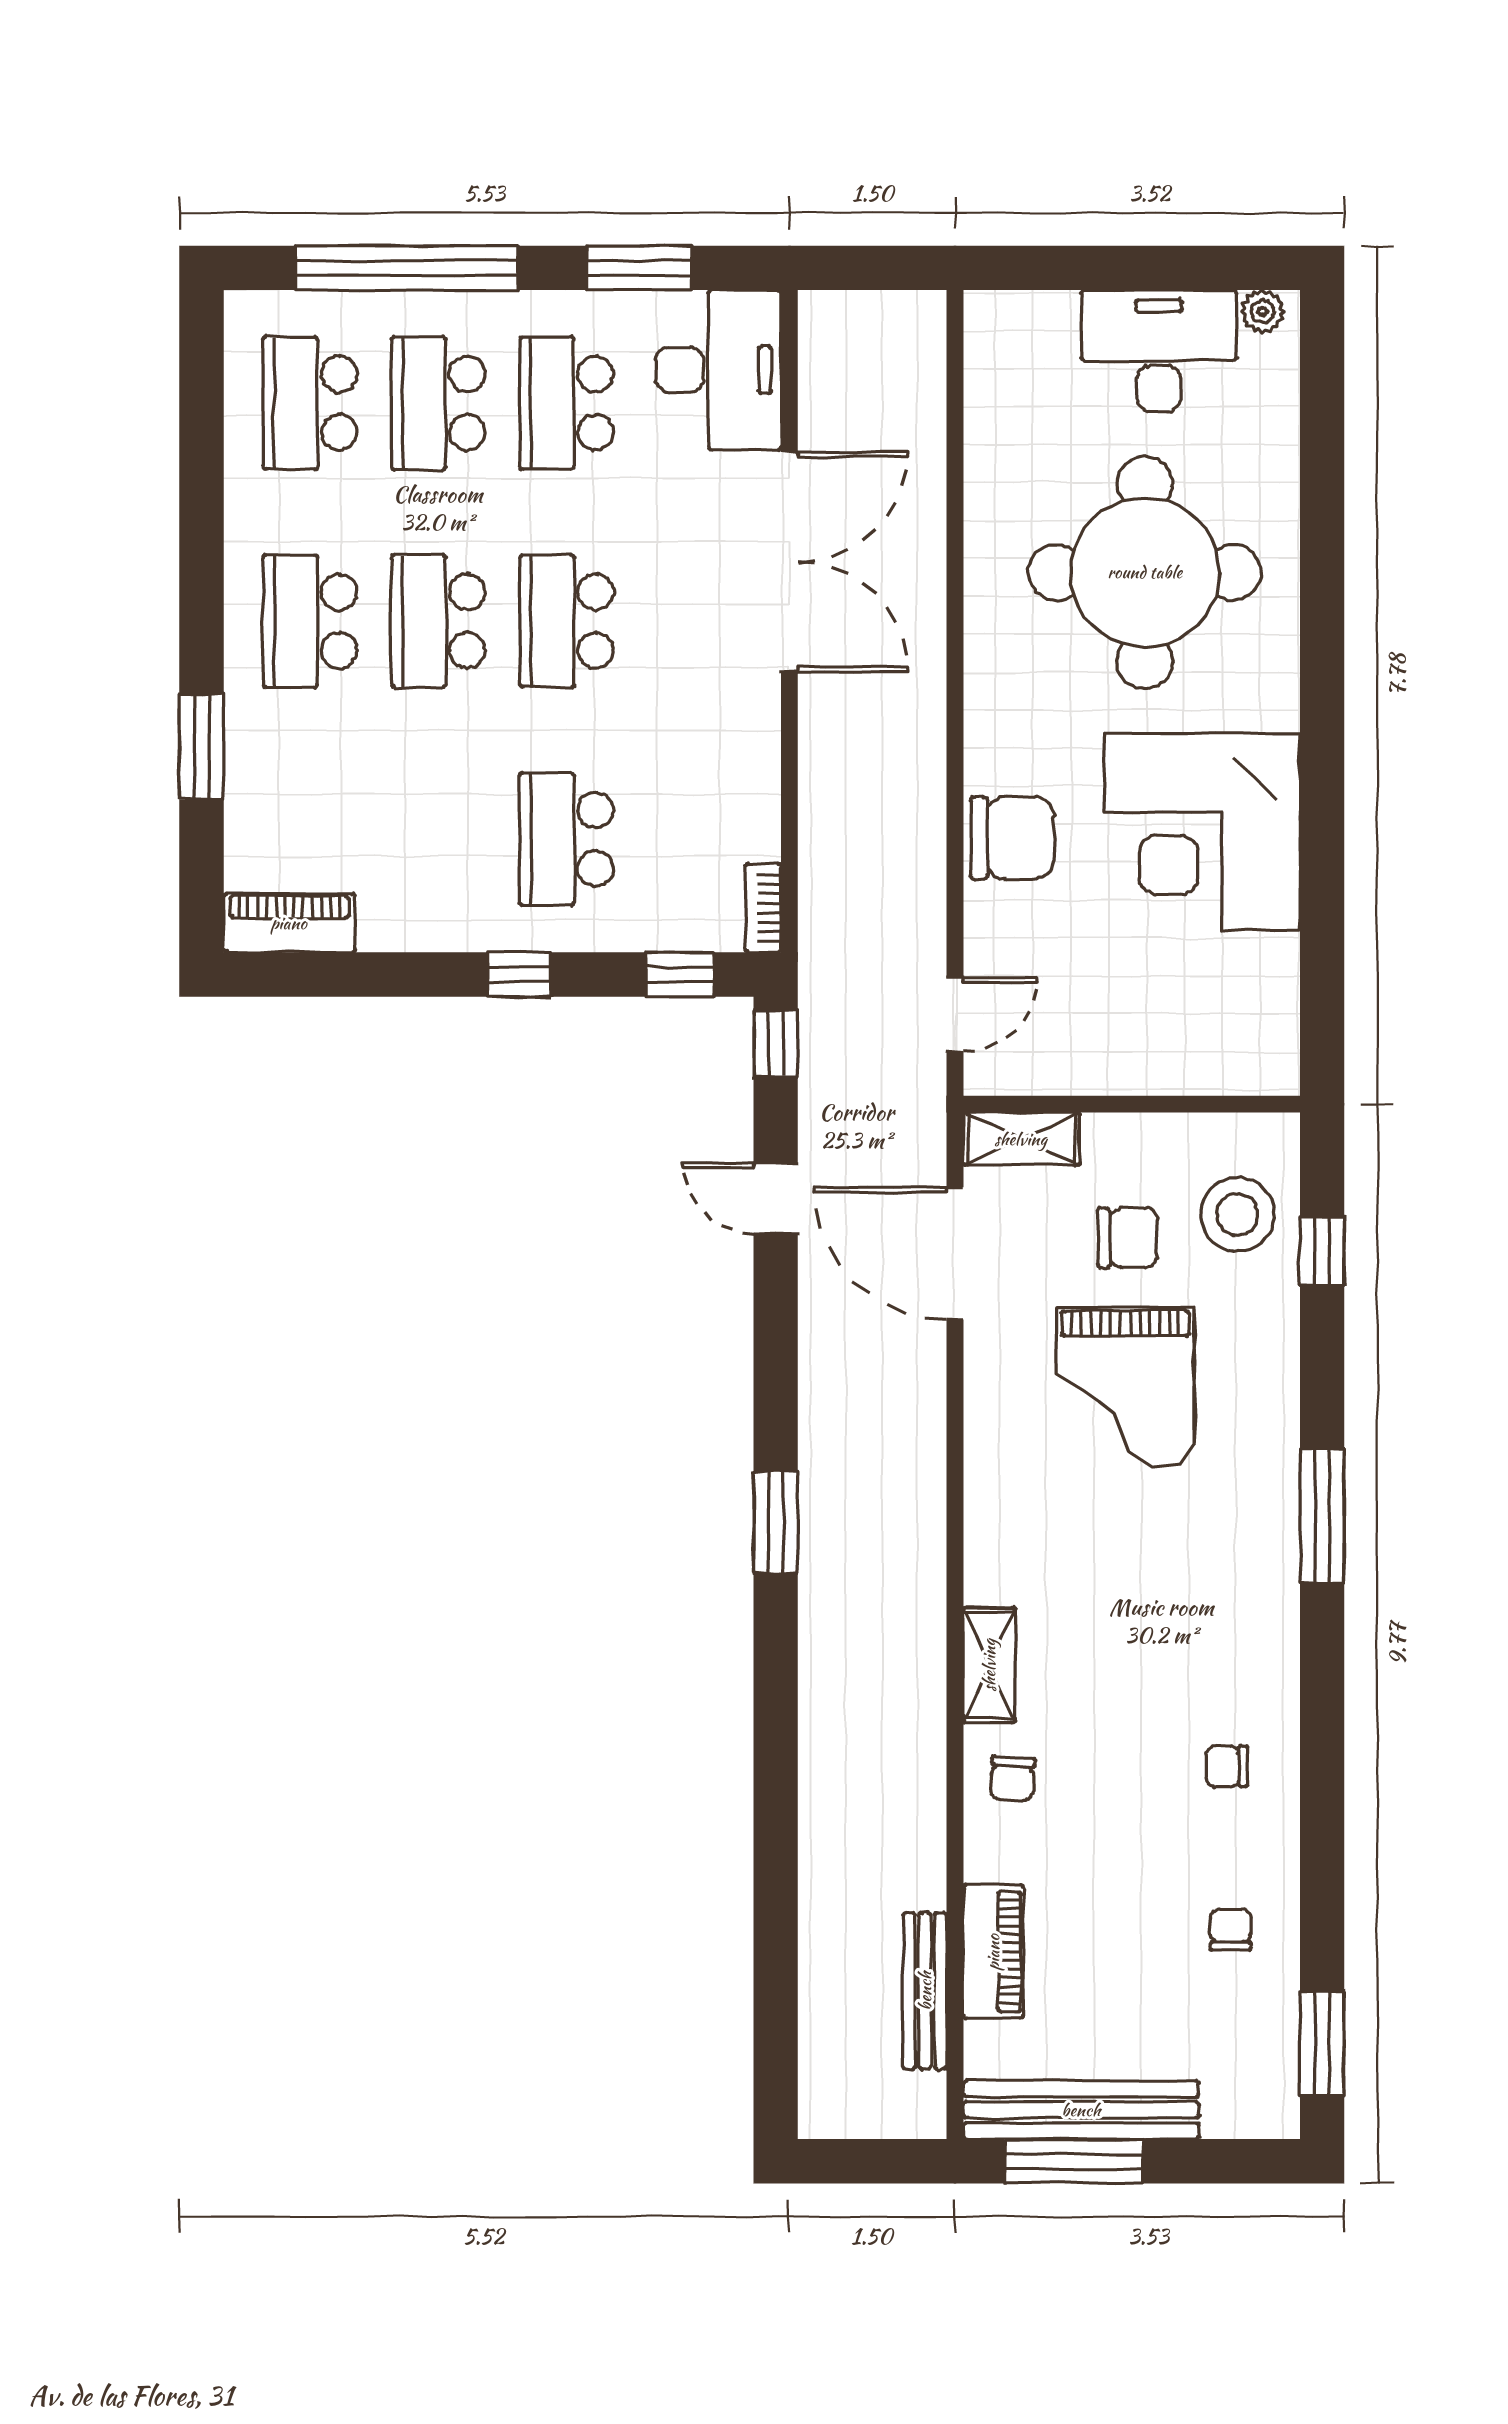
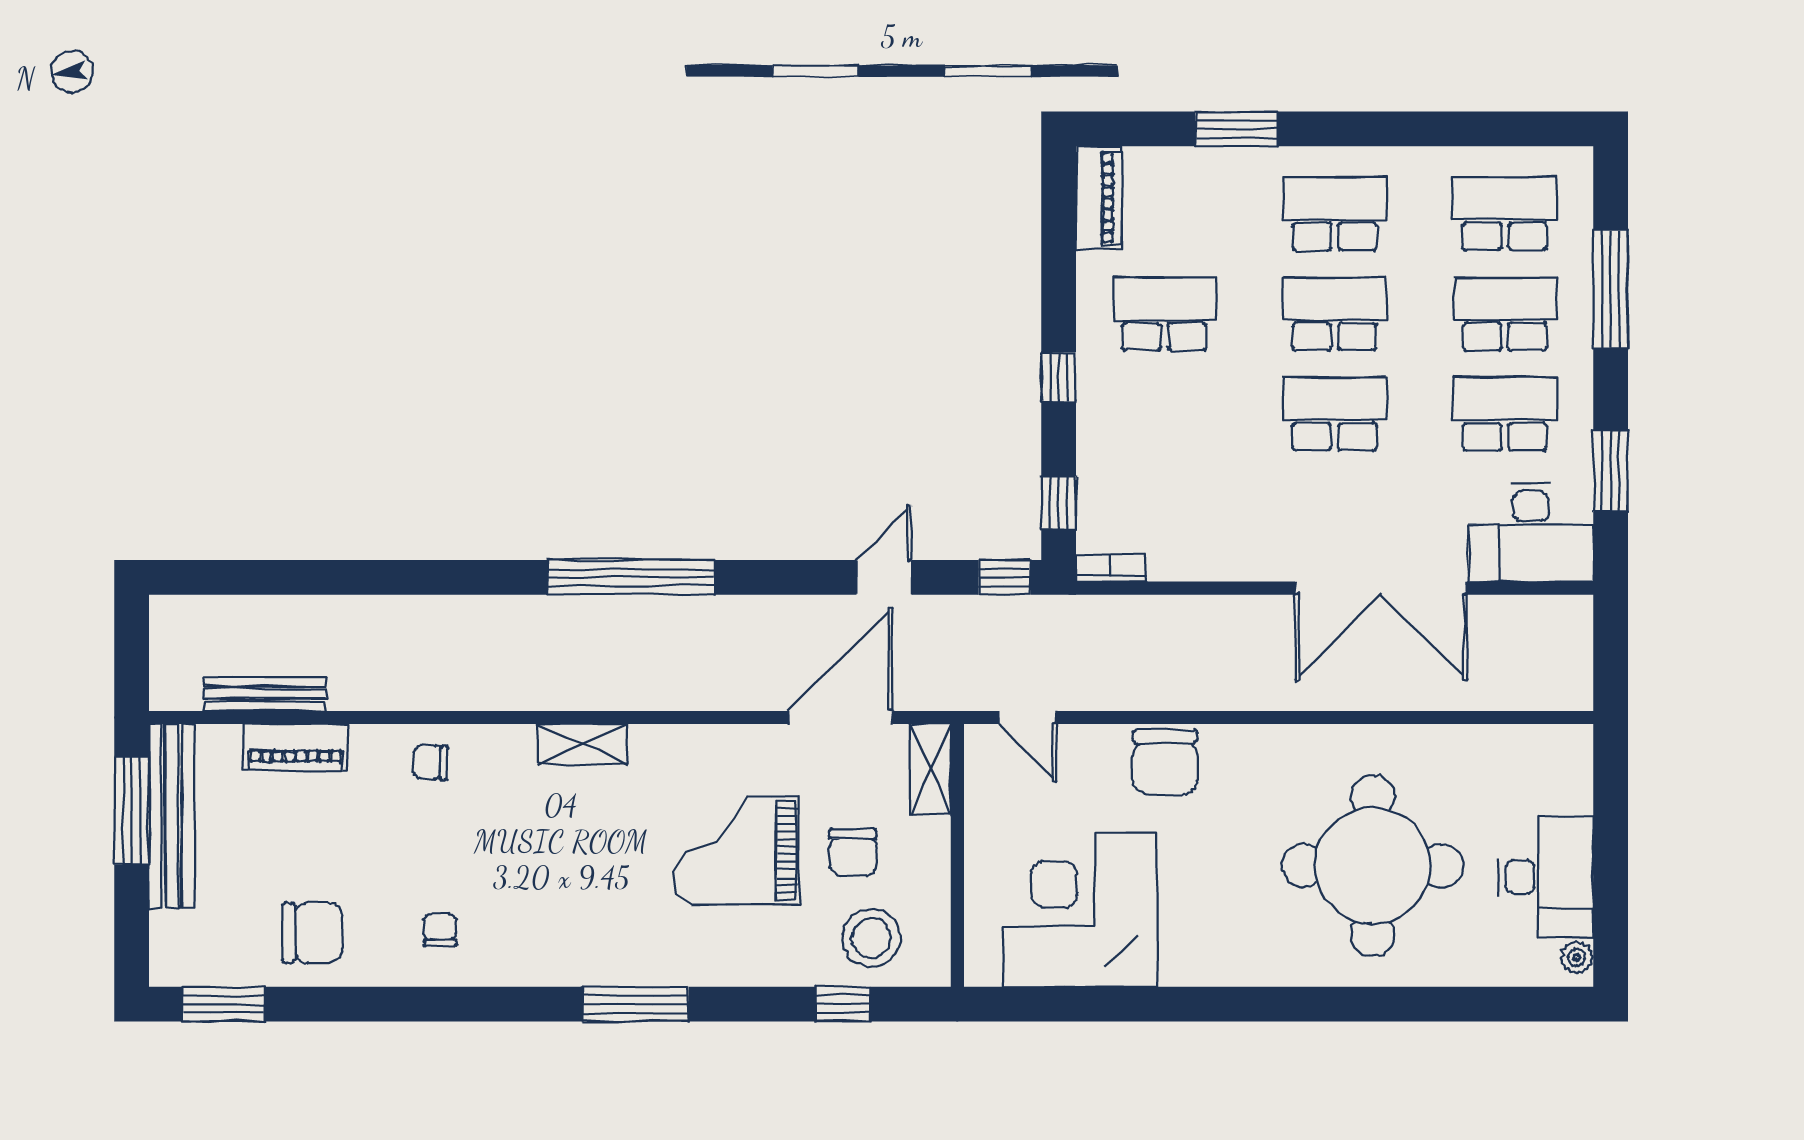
window: (407, 268) -> (1611, 289), width x0.68
corner desk: (1202, 832) -> (1080, 910), moved
school desk: (566, 839) -> (1164, 314), moved
window: (776, 1522) -> (631, 577), width x2.11
shelving: (989, 1665) -> (583, 744), moved
chair: (1231, 1930) -> (313, 933), width x1.87, depth x1.87

